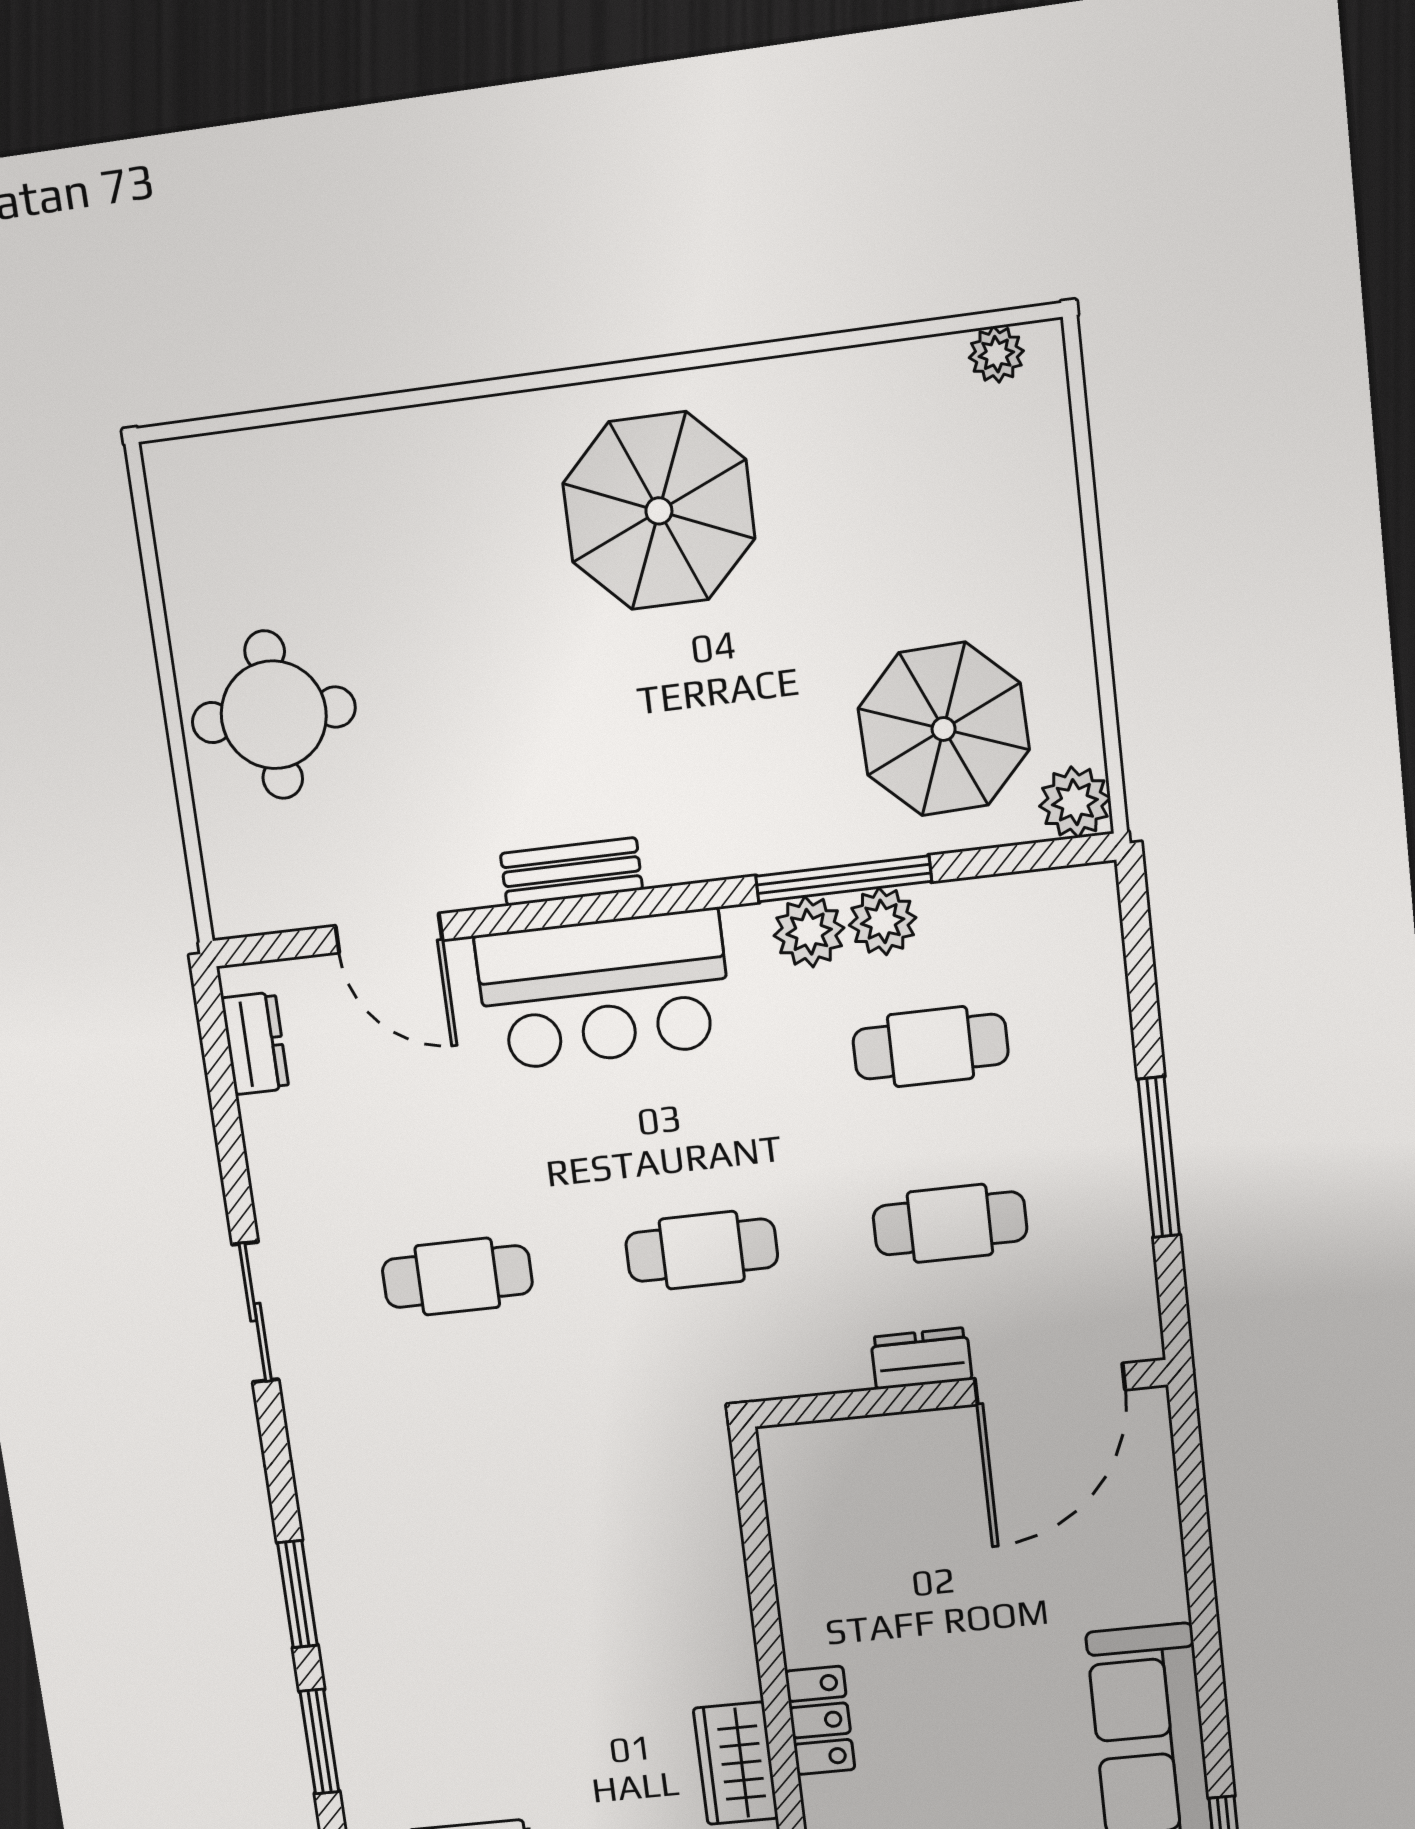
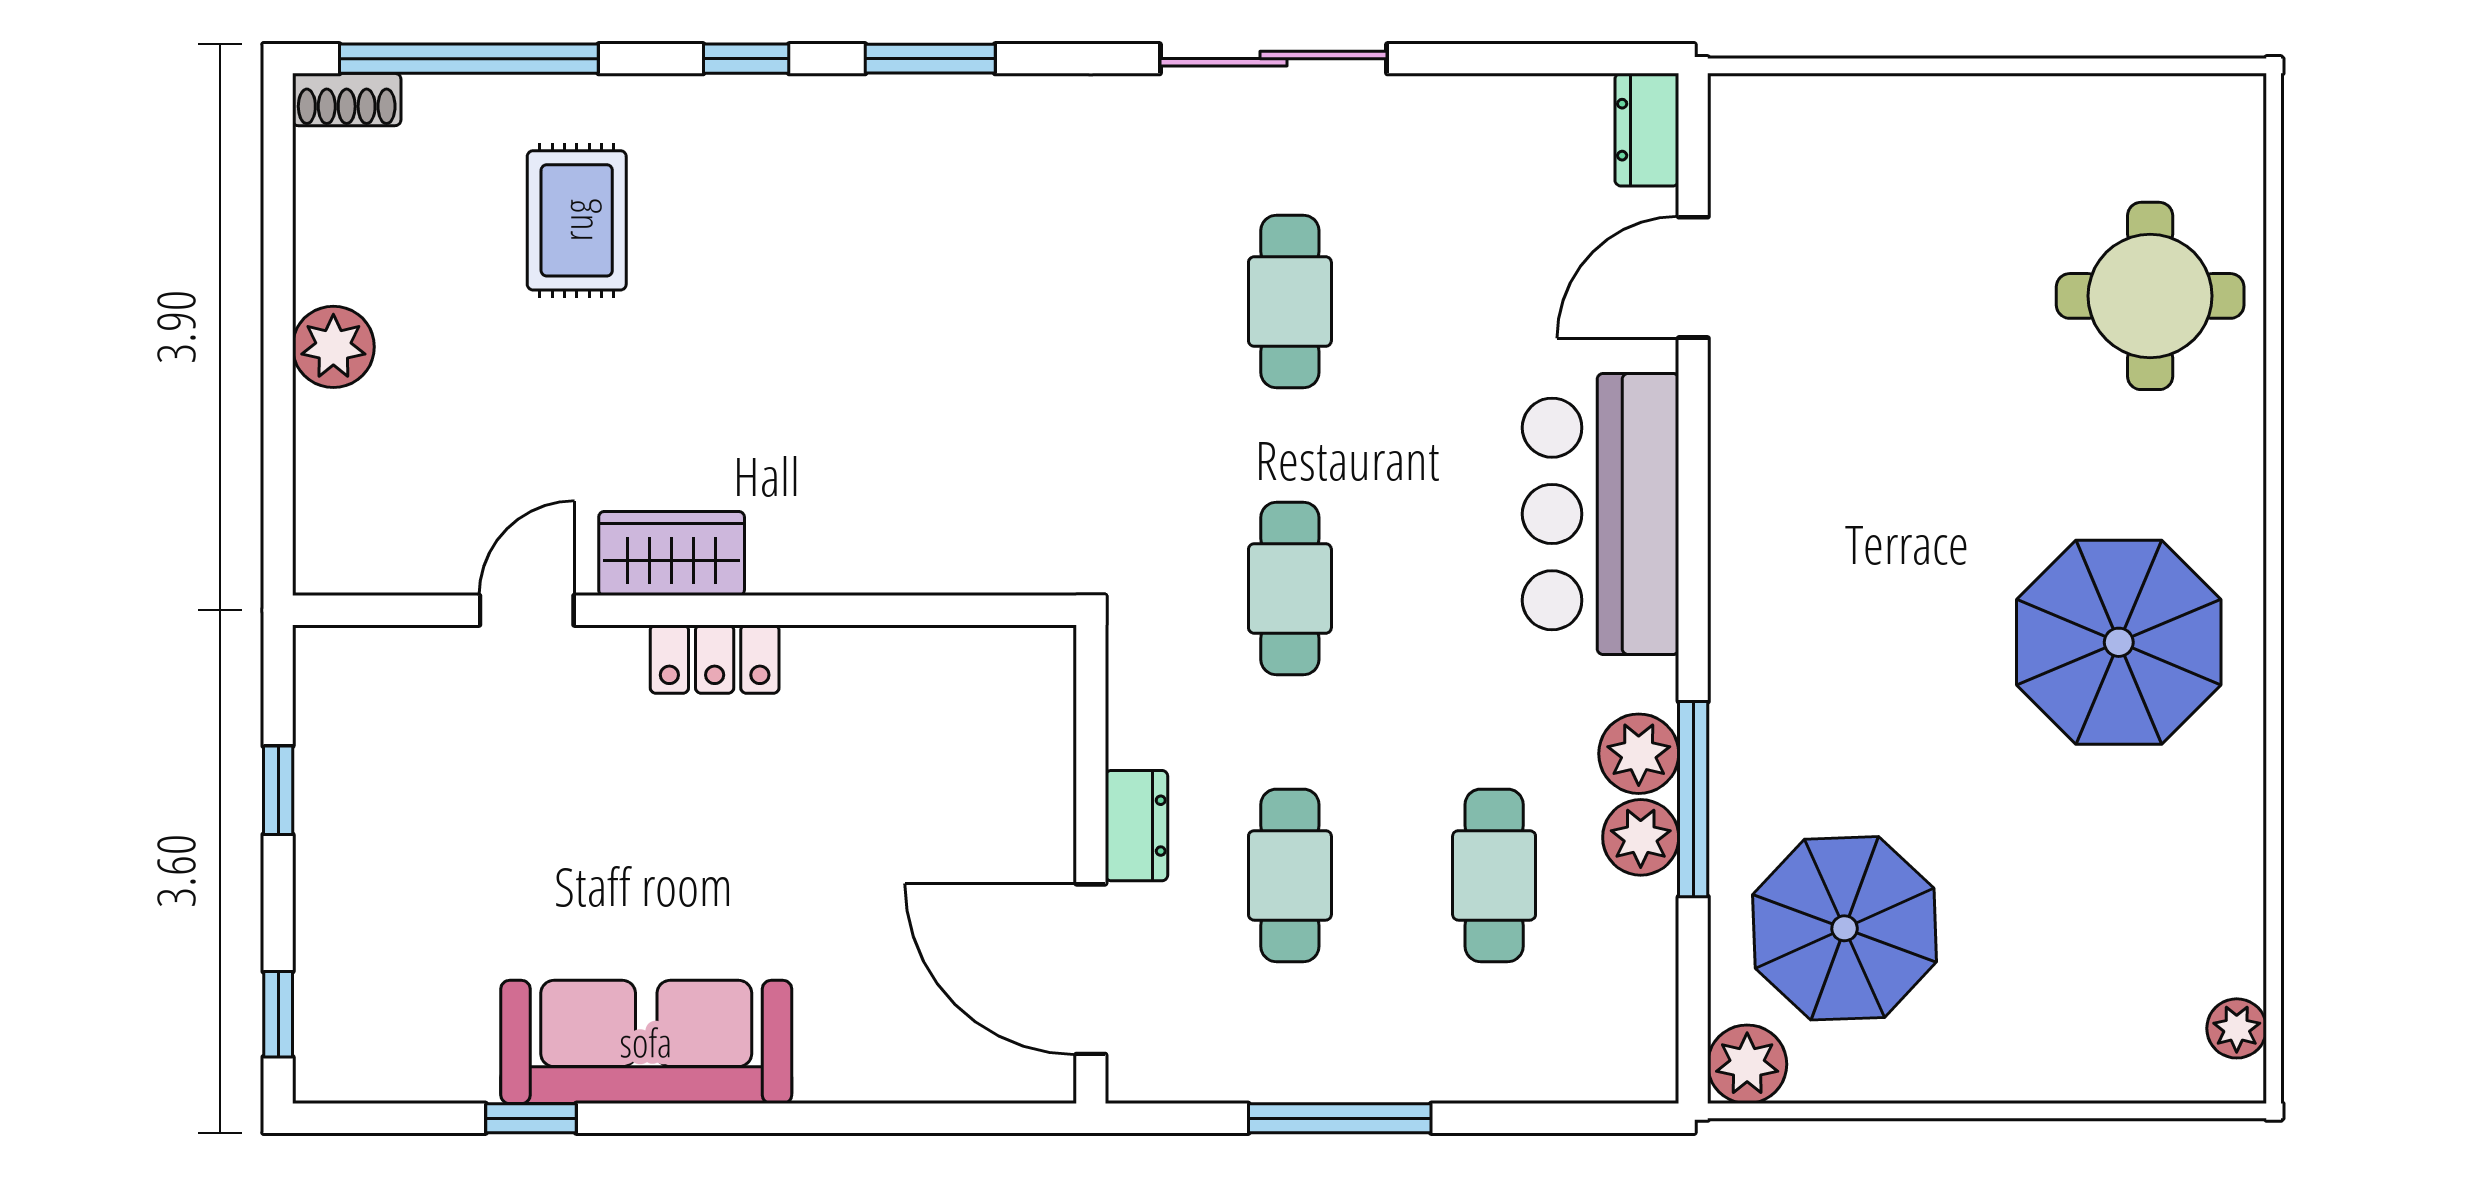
round table: (274, 715) -> (2150, 296), moved
bench: (571, 872) -> (1737, 494), removed
dresser: (255, 1043) -> (1647, 130), moved, turned 90
sliding door: (255, 1312) -> (1274, 59), width x1.37
window: (319, 1742) -> (746, 59), width x0.67

